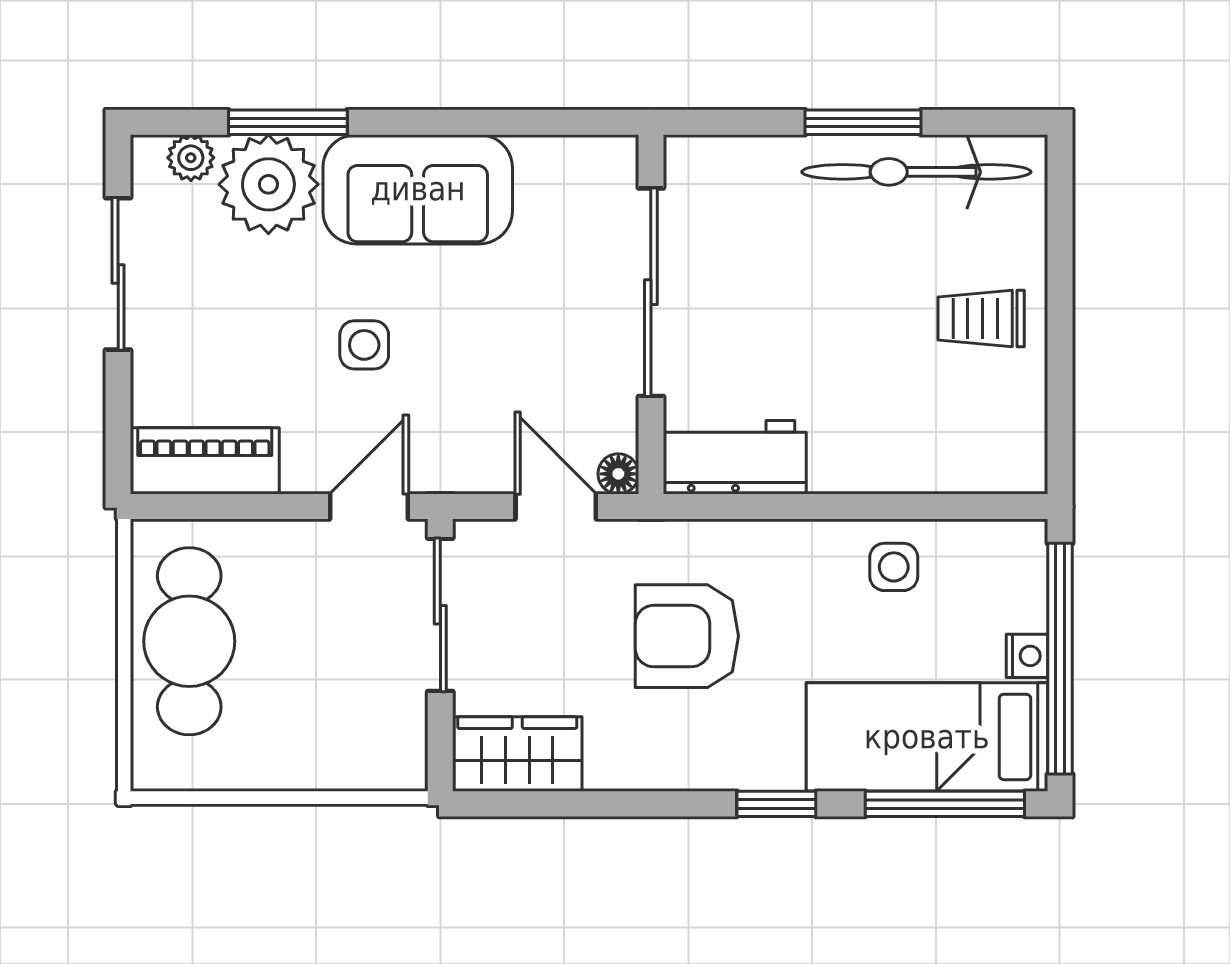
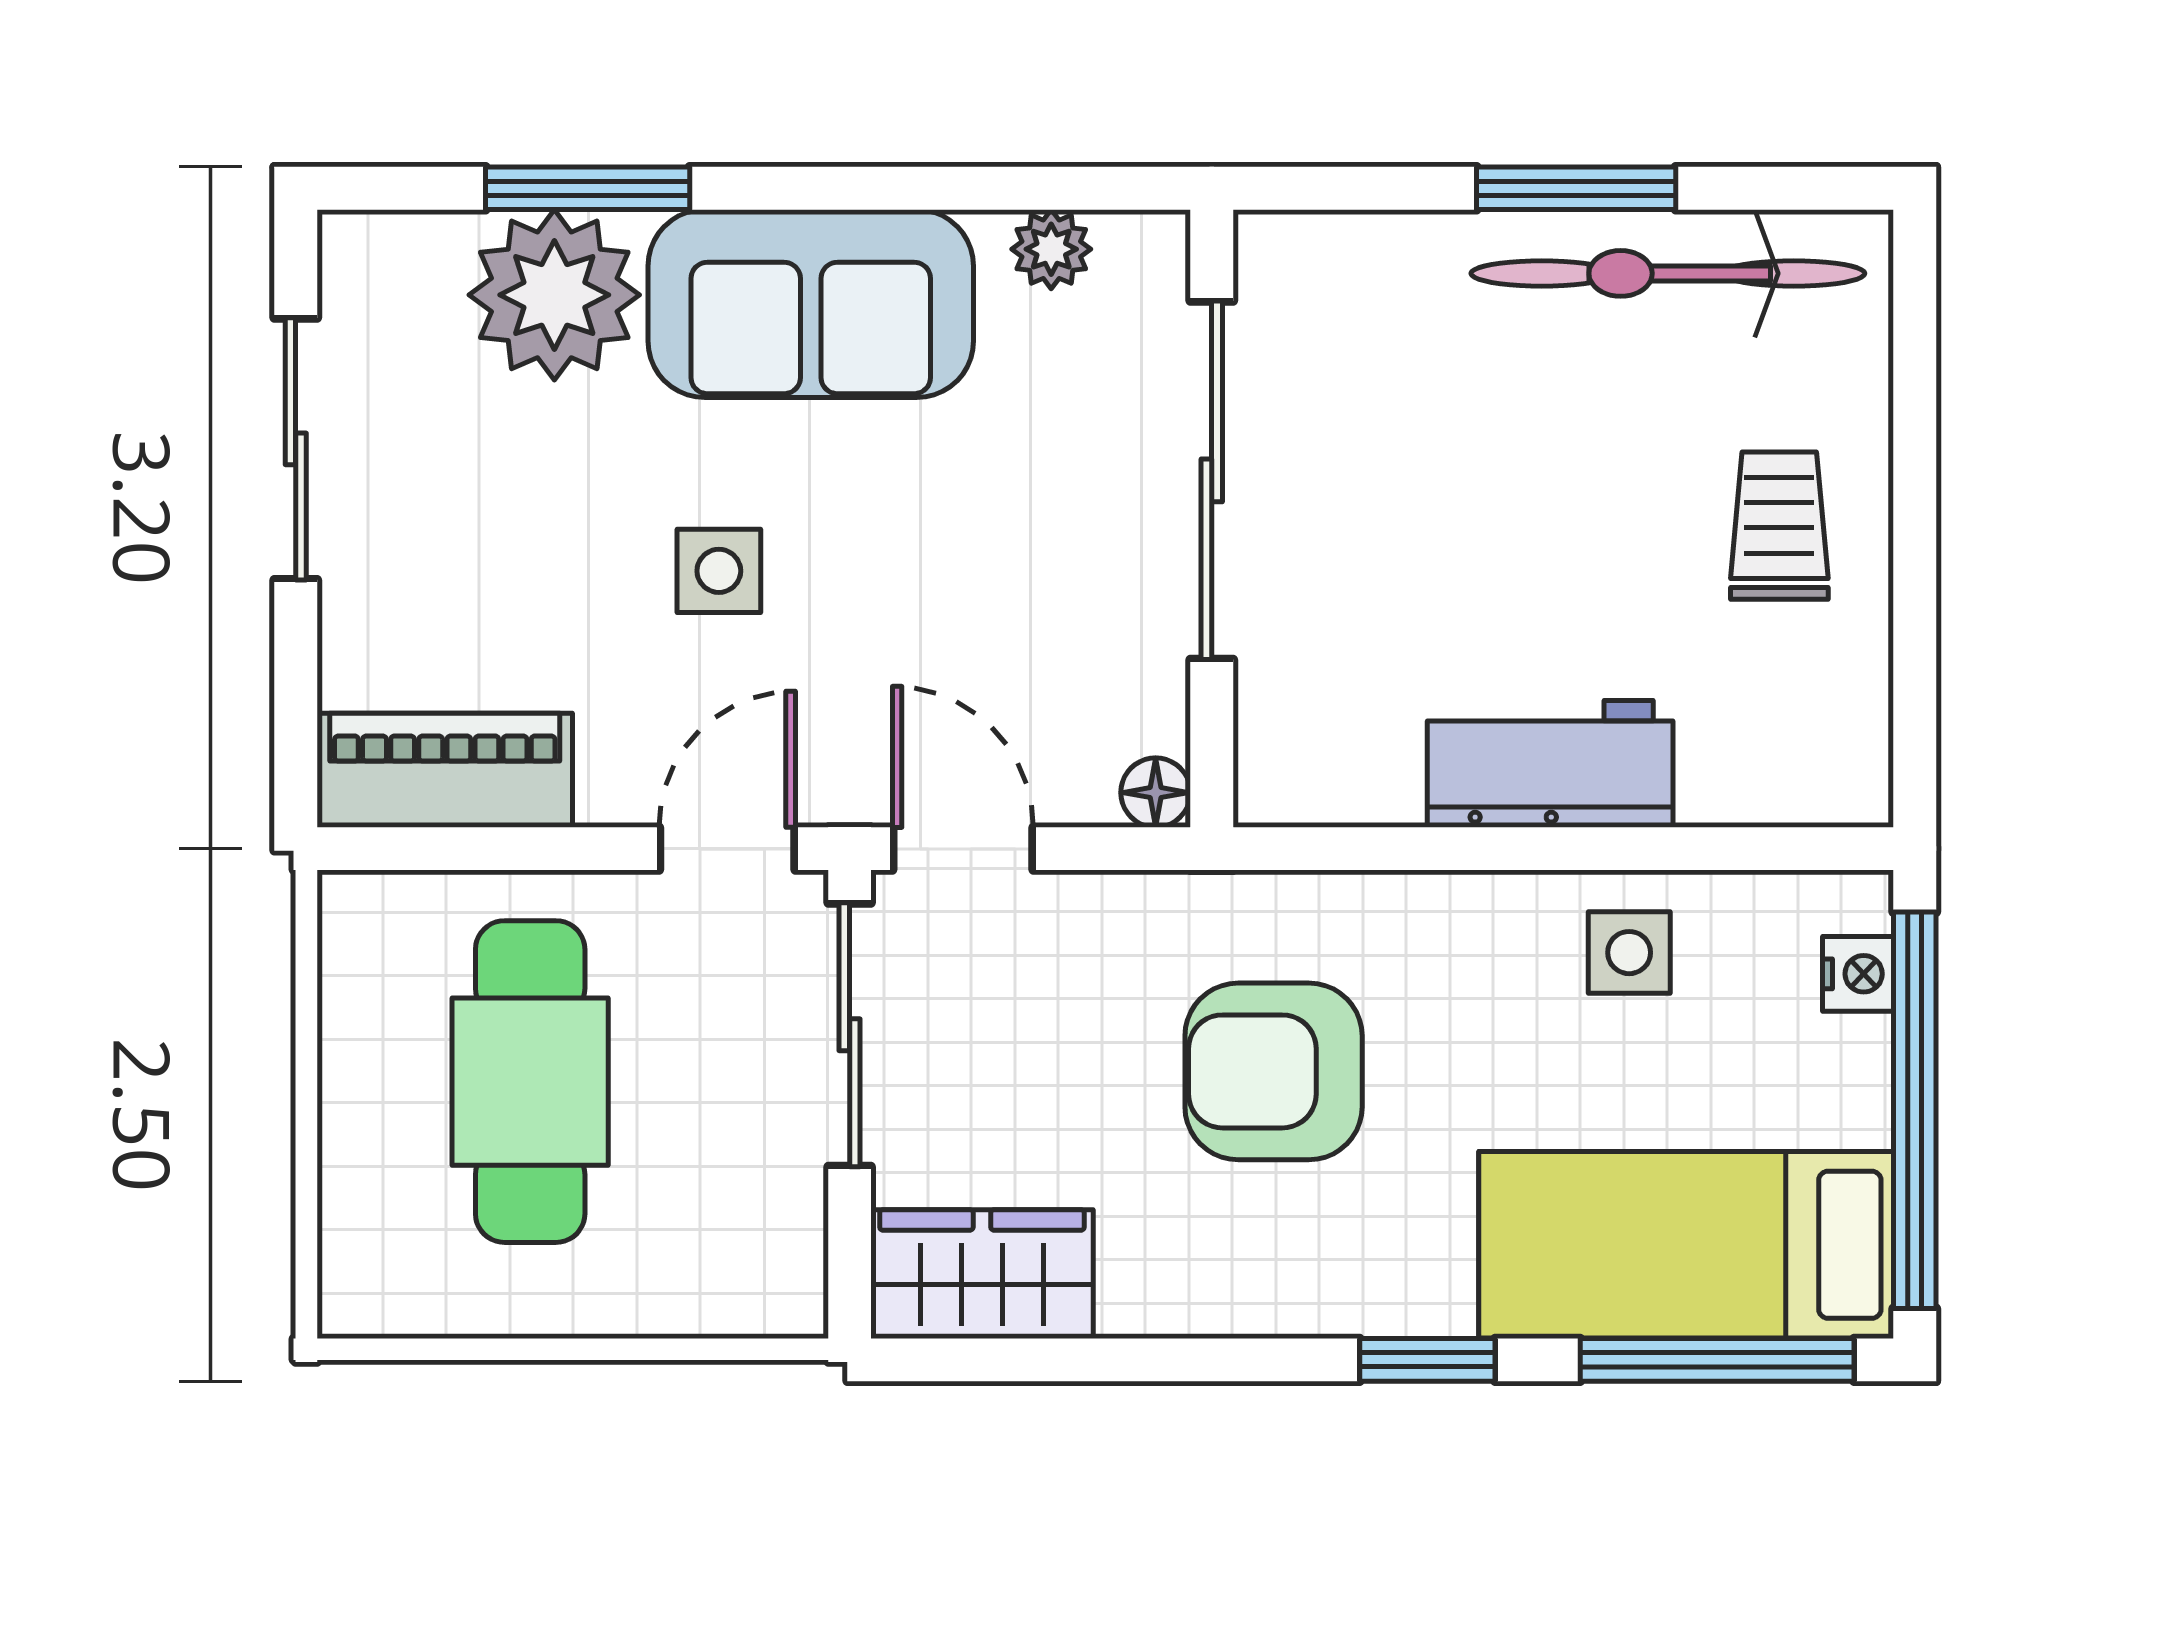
plant: (191, 158) -> (1051, 249), moved
trolley: (981, 319) -> (1779, 526), turned 90
workbench: (735, 457) -> (1550, 764), moved
door: (556, 506) -> (963, 849), moved
cafe table: (189, 641) -> (530, 1082), moved
nightstand: (1027, 656) -> (1858, 974), moved

